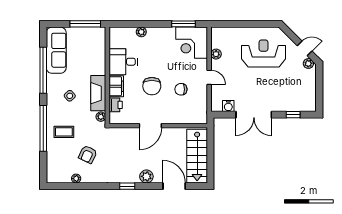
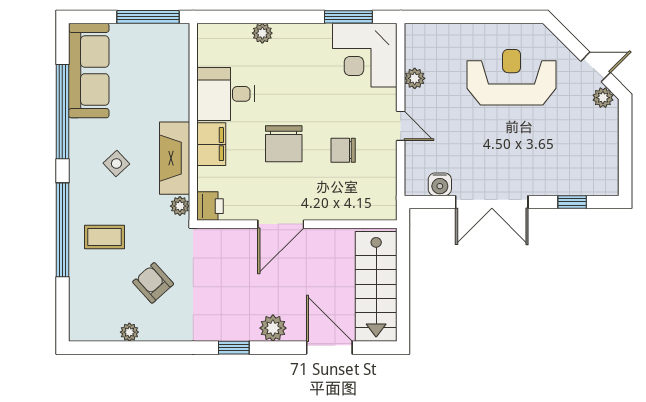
printer: (116, 105) -> (210, 206), moved
armchair: (88, 154) -> (153, 283), turned 113

